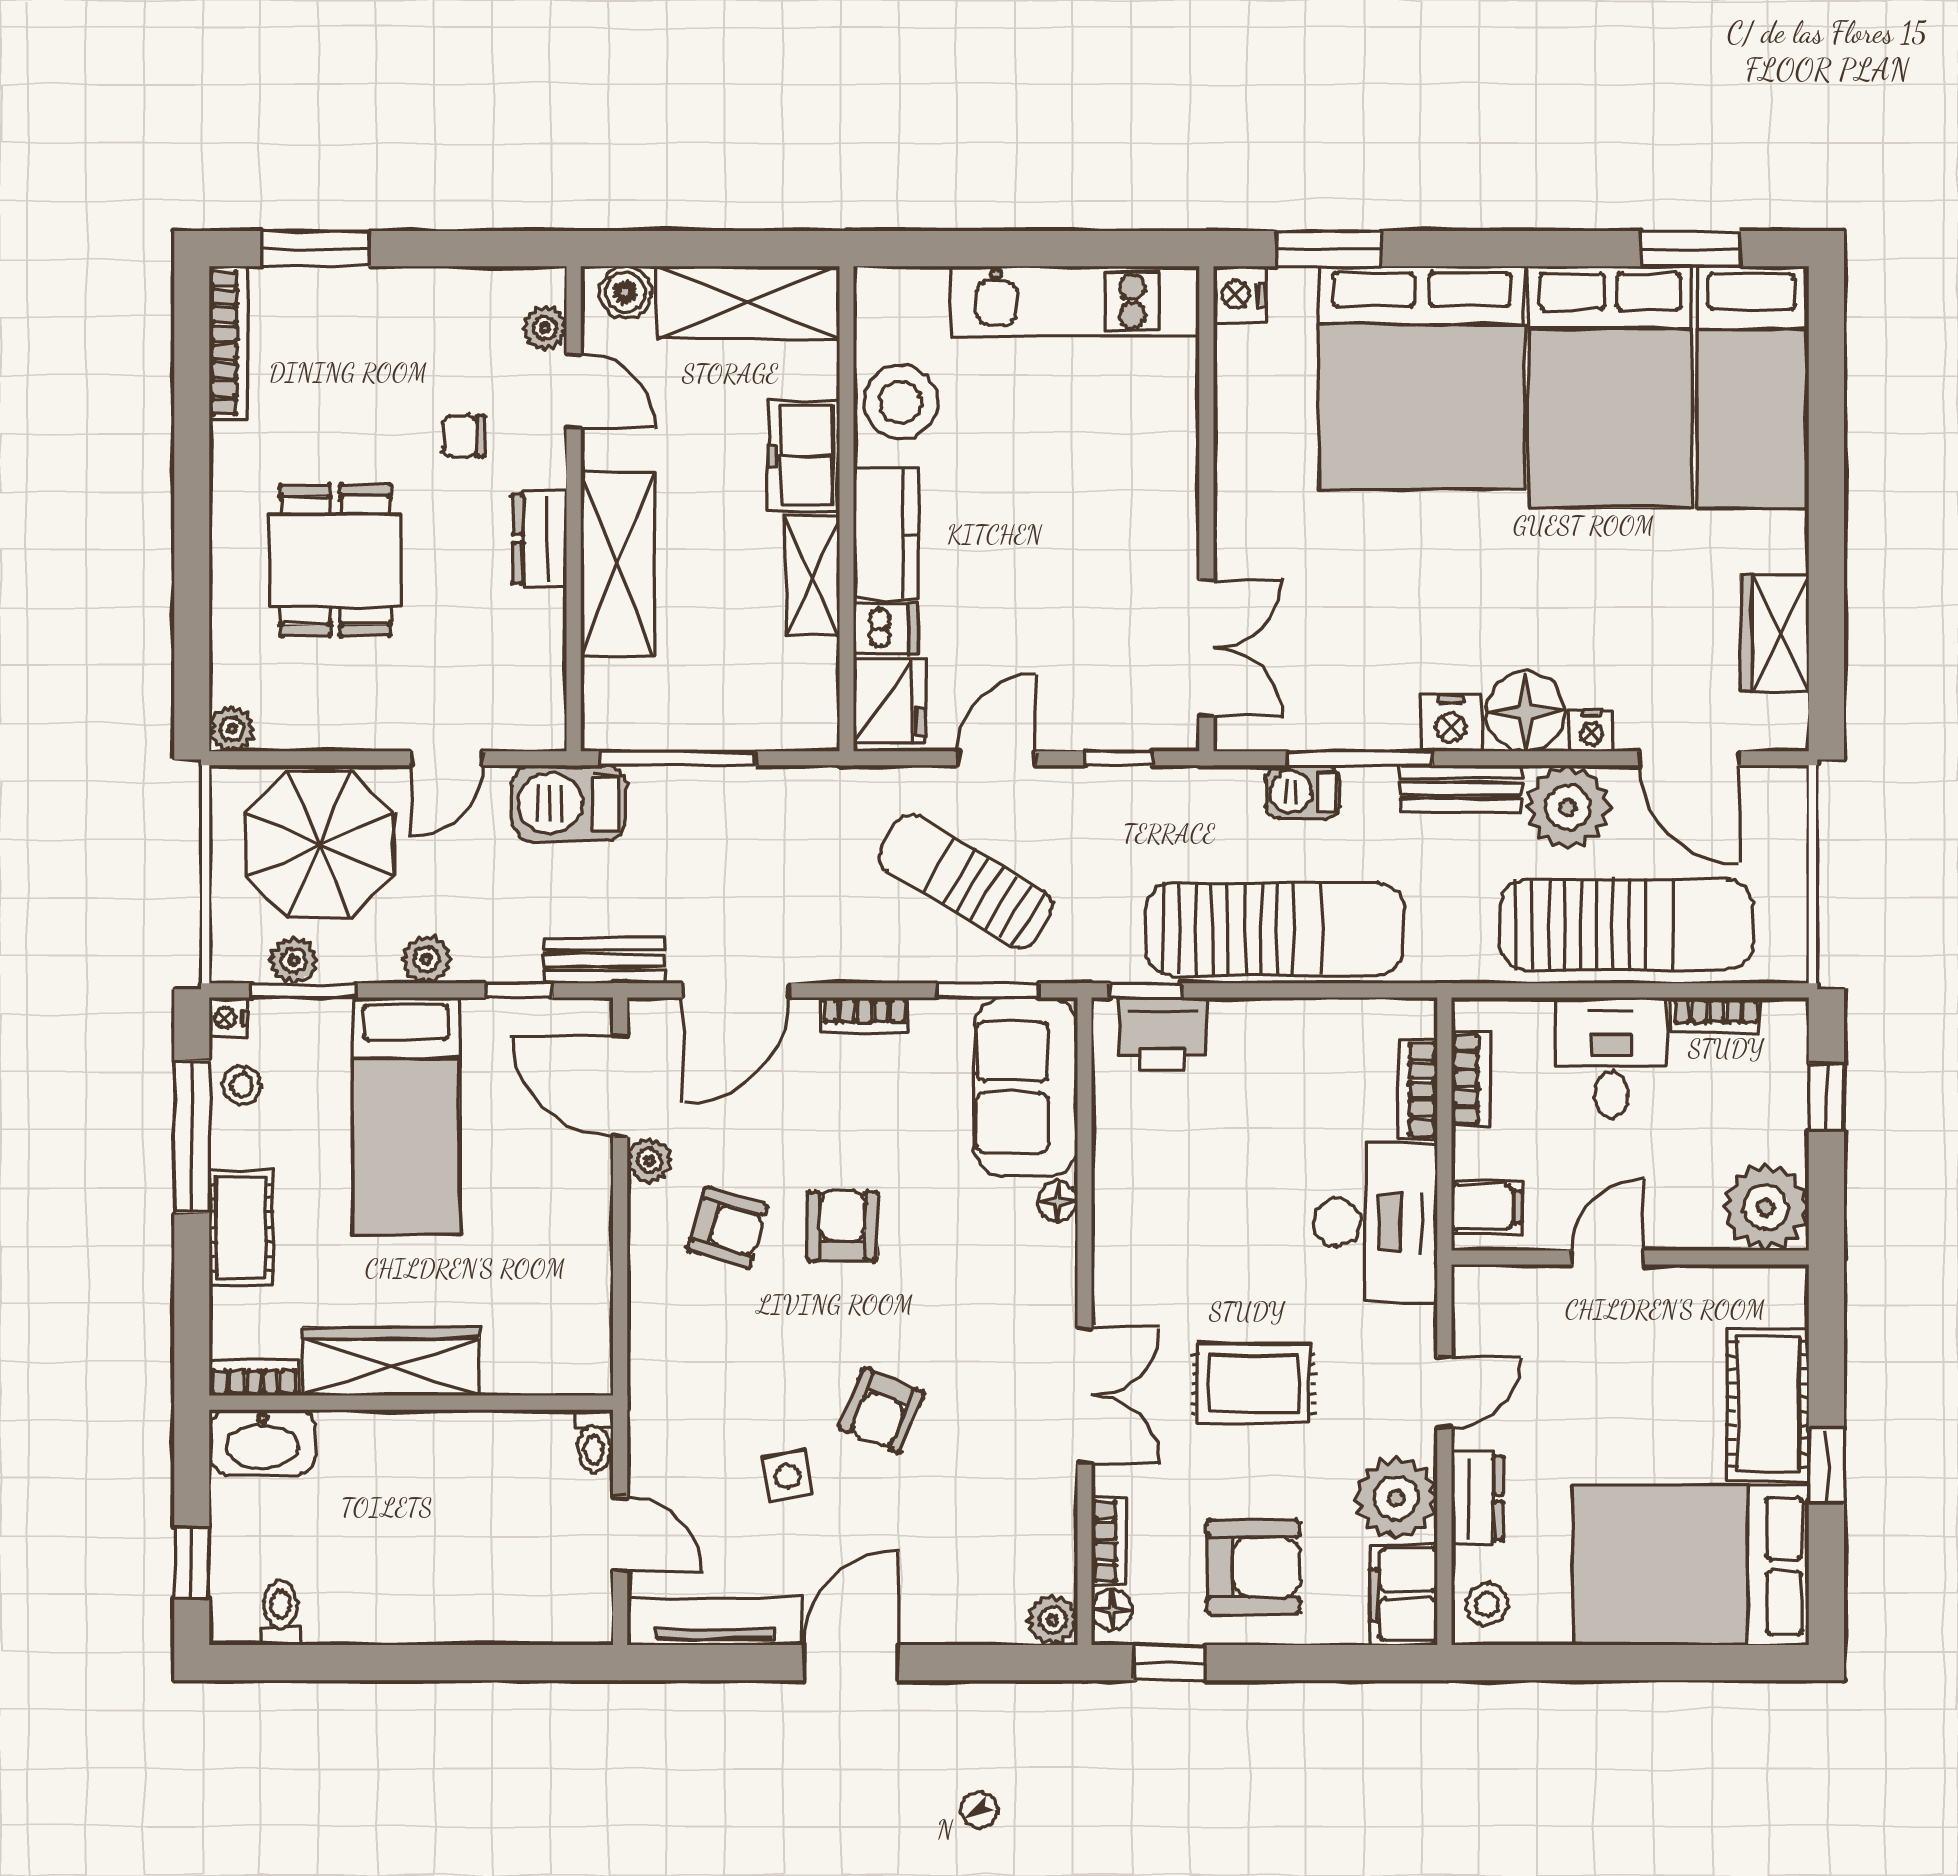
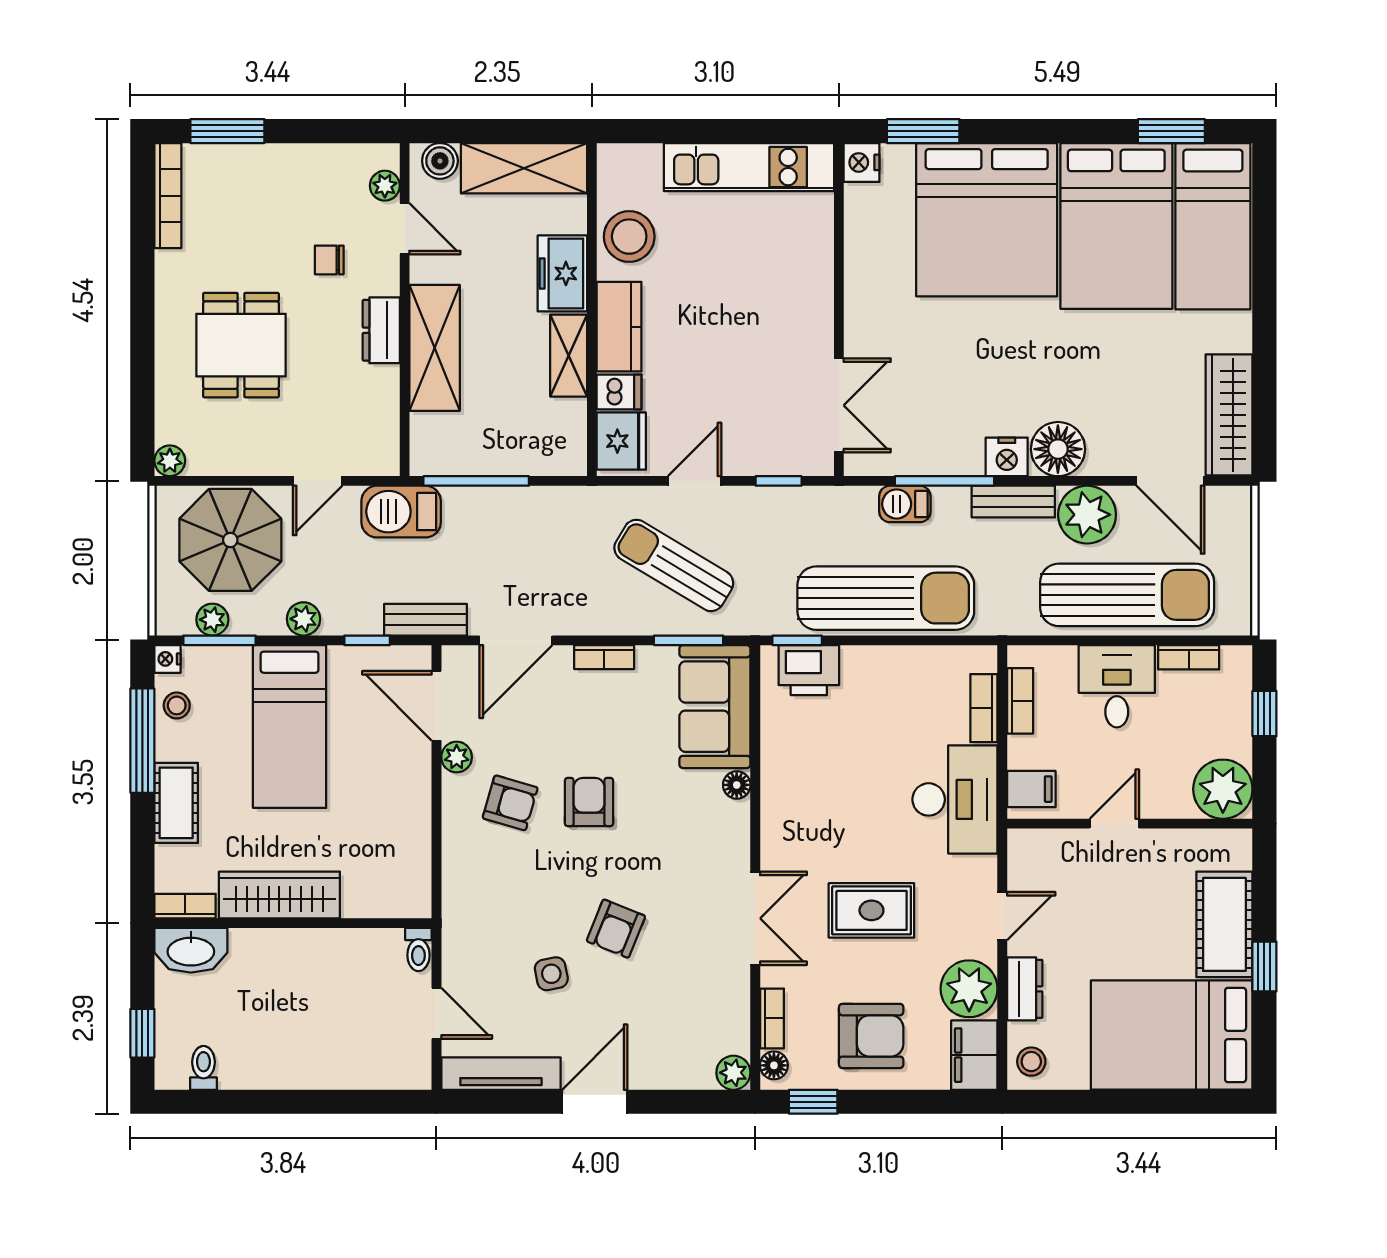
wardrobe: (1775, 633) -> (1229, 415), width x1.50
nightstand: (1592, 731) -> (1103, 462), removed

